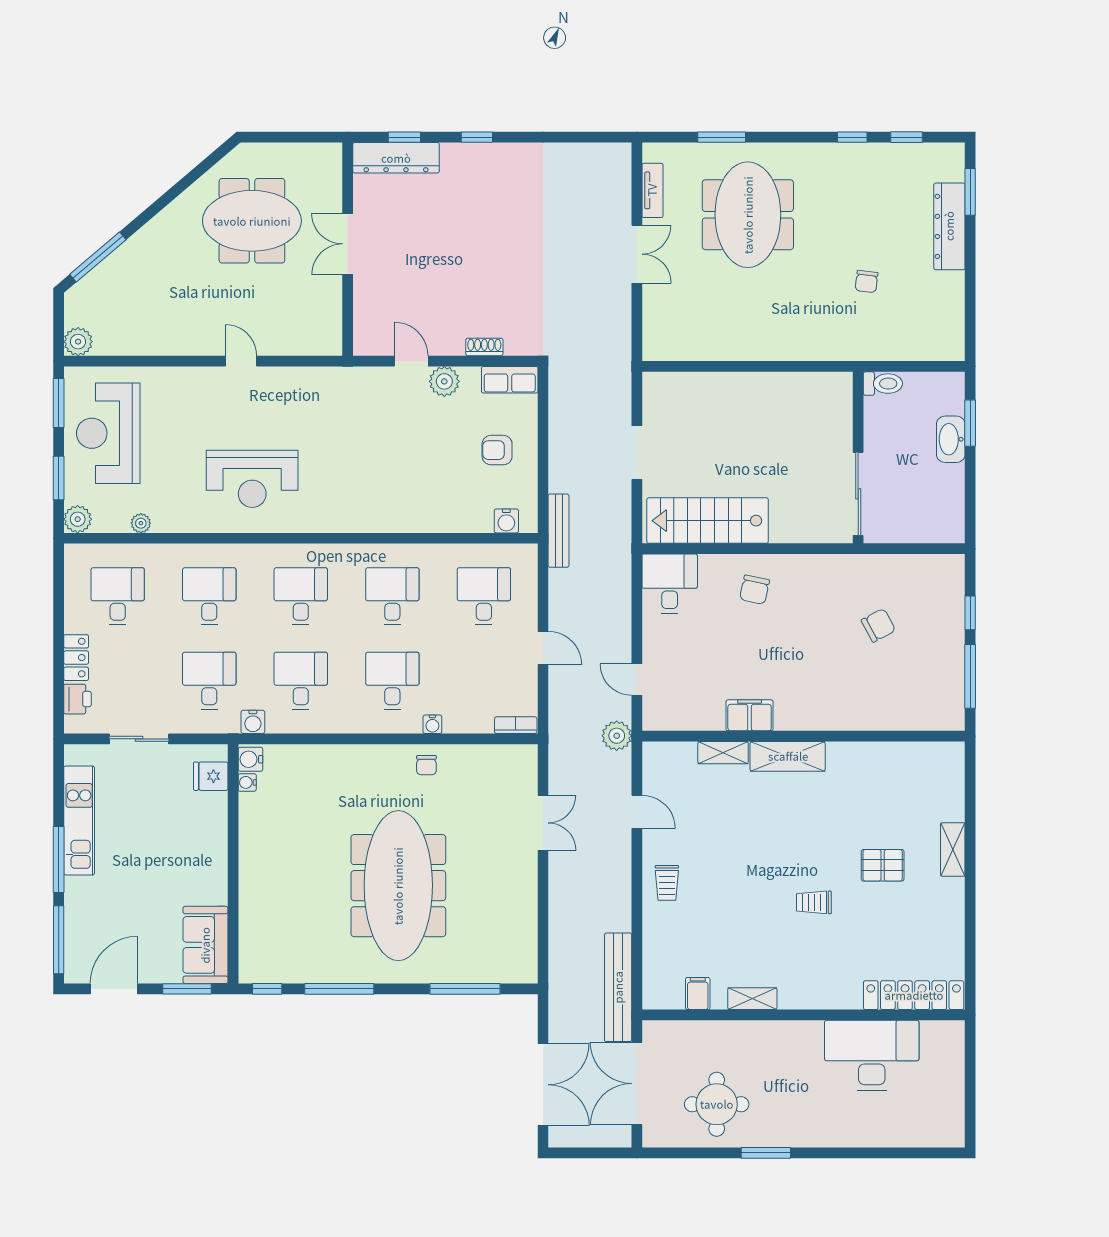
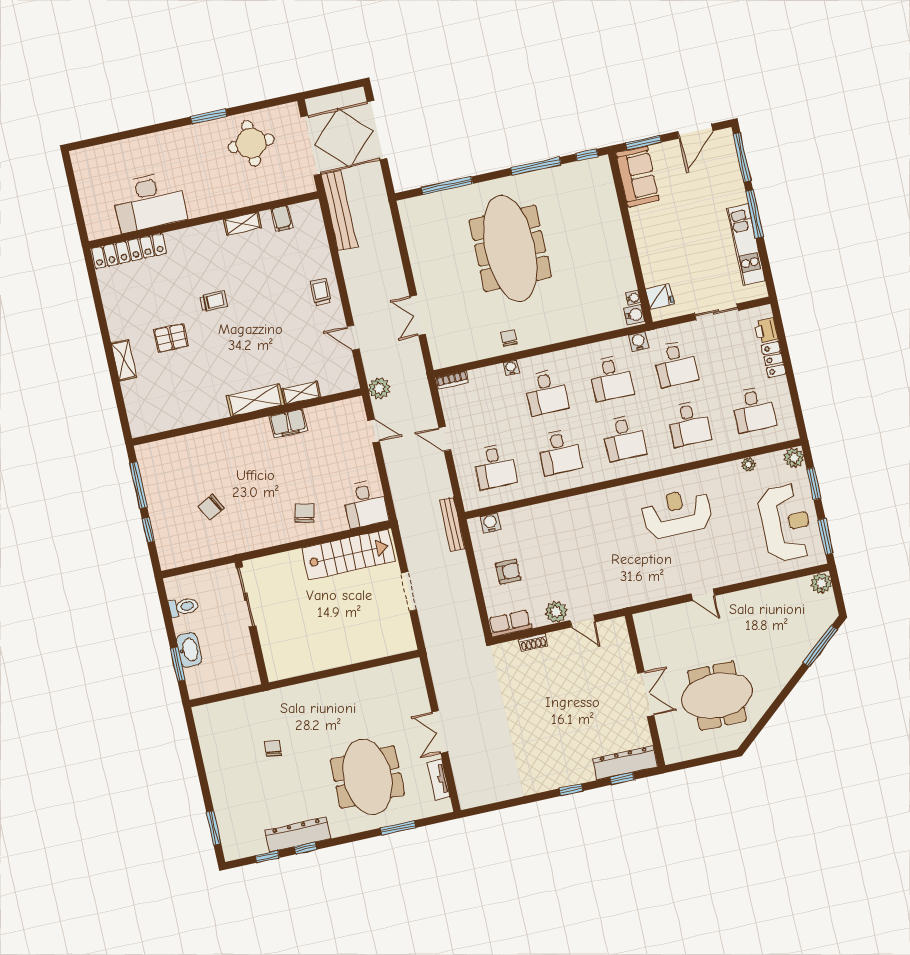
dresser: (949, 226) -> (298, 834), moved, turned -90
toilet: (883, 384) -> (183, 607), moved, turned 180

